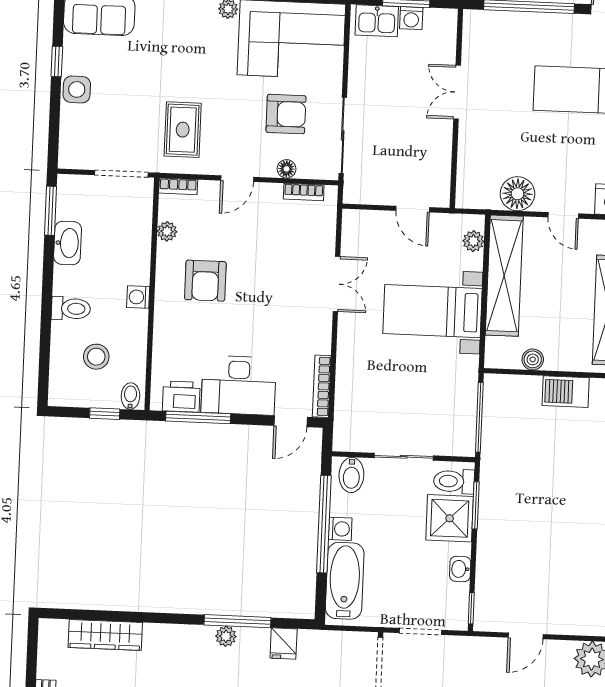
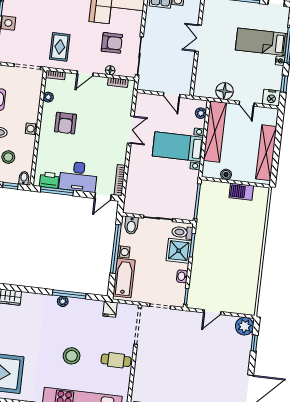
fridge: (284, 644) -> (110, 309), moved

